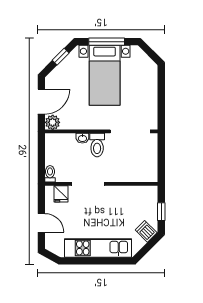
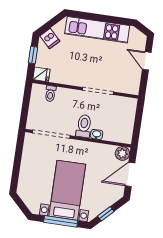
toilet: (50, 174) -> (50, 94), moved
fridge: (61, 194) -> (41, 74), moved, turned 90

